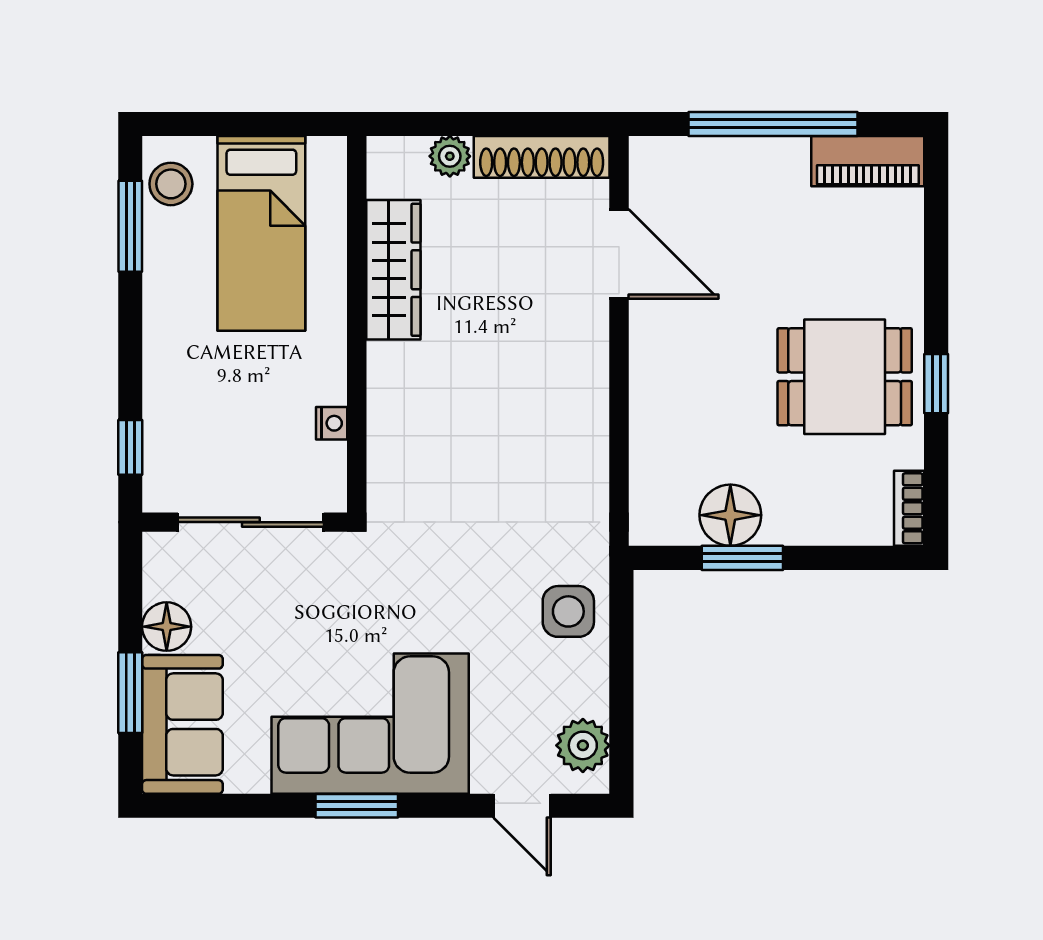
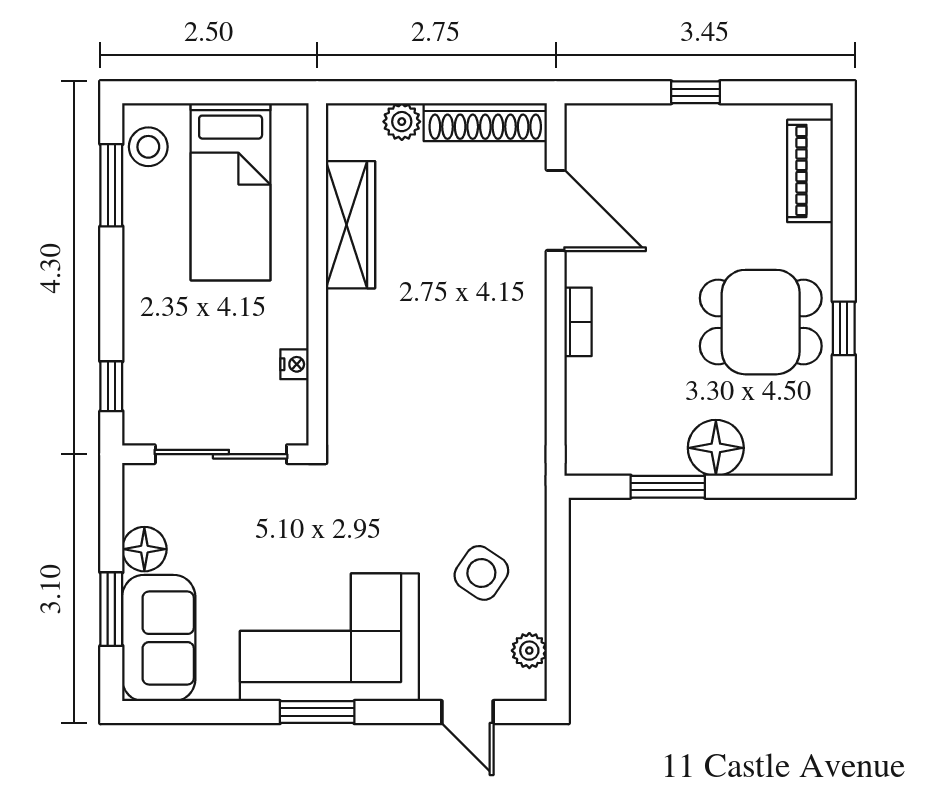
window: (773, 124) -> (696, 92), width x0.32
piano: (868, 161) -> (810, 171), moved, turned 90
bookcase: (909, 508) -> (578, 322), moved, turned 180
floor lamp: (730, 515) -> (716, 448), moved
side table: (568, 611) -> (481, 573), moved, turned 34
plant: (583, 745) -> (529, 651), width x0.73, depth x0.73

